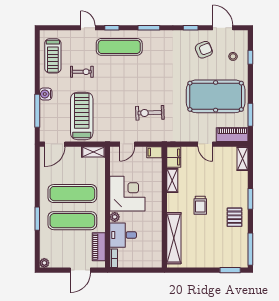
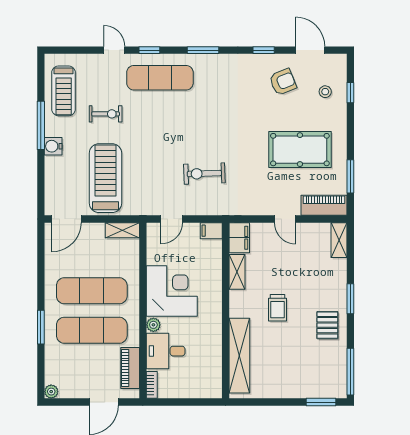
pool table: (216, 96) -> (300, 150), width x0.73, depth x0.76
window: (37, 111) -> (41, 125), moved

